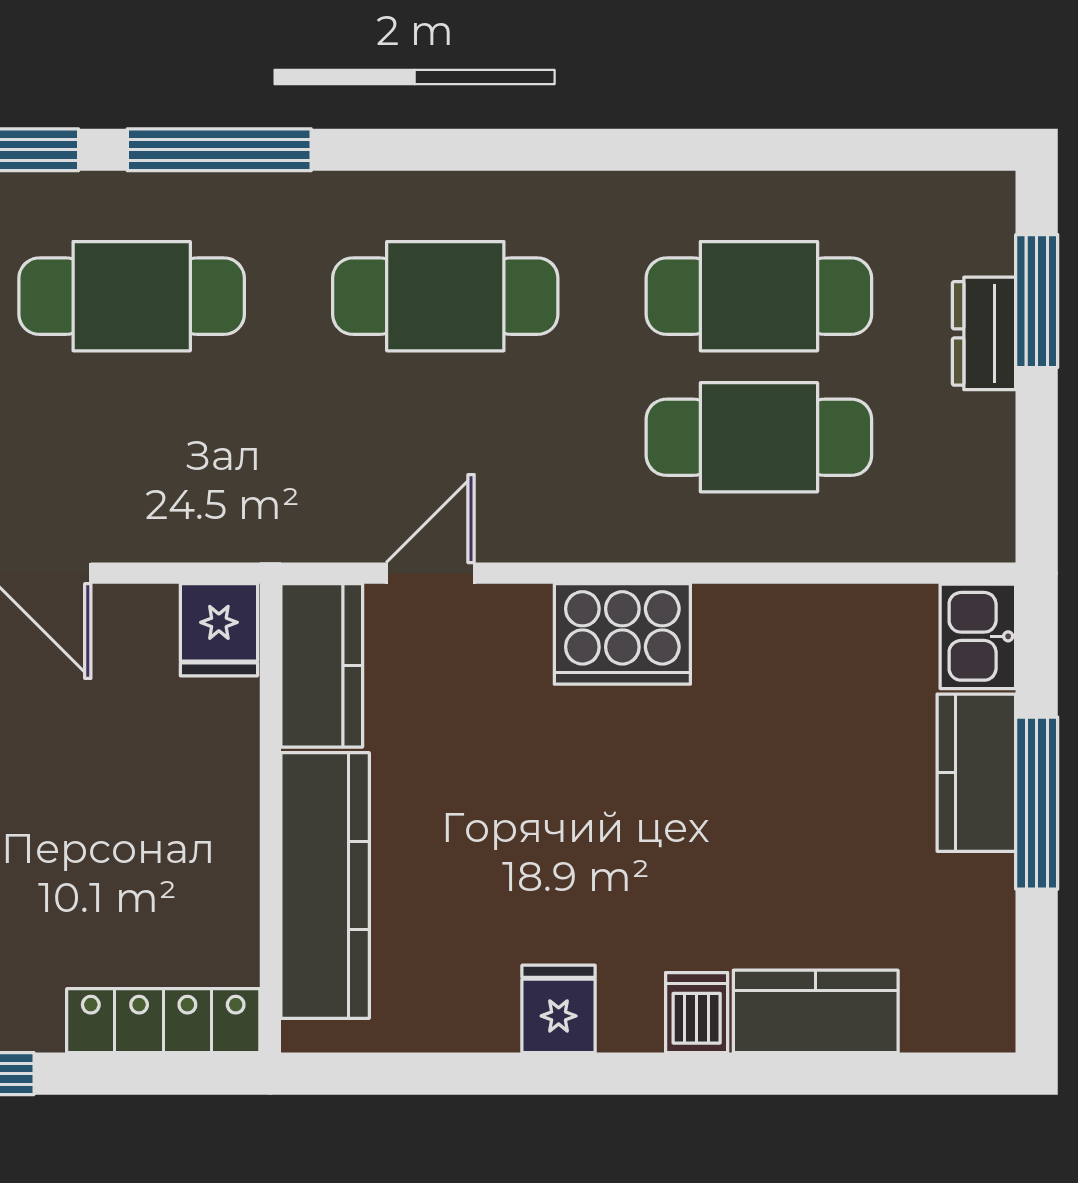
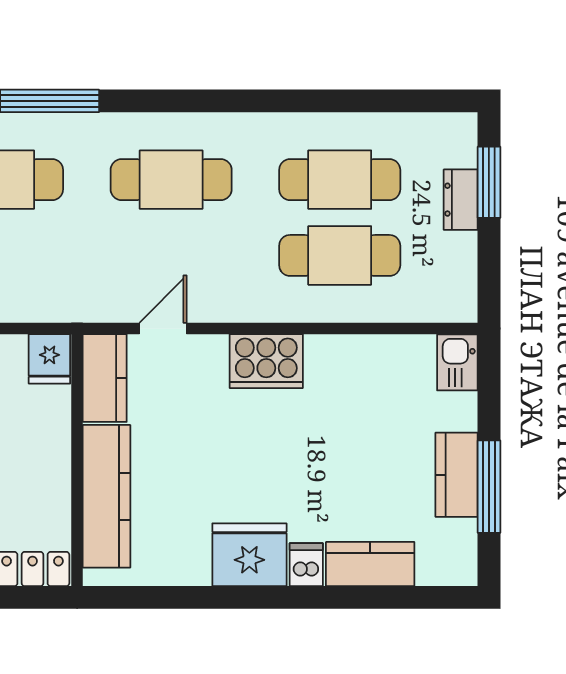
kitchen counter: (976, 773) -> (457, 475), moved
window: (1037, 803) -> (489, 487), moved
fridge: (559, 1009) -> (249, 555), width x1.88, depth x1.34

